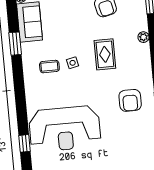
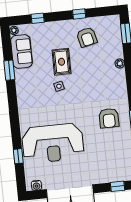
rug: (105, 54) -> (62, 62), moved
coffee table: (49, 67) -> (39, 90), removed

